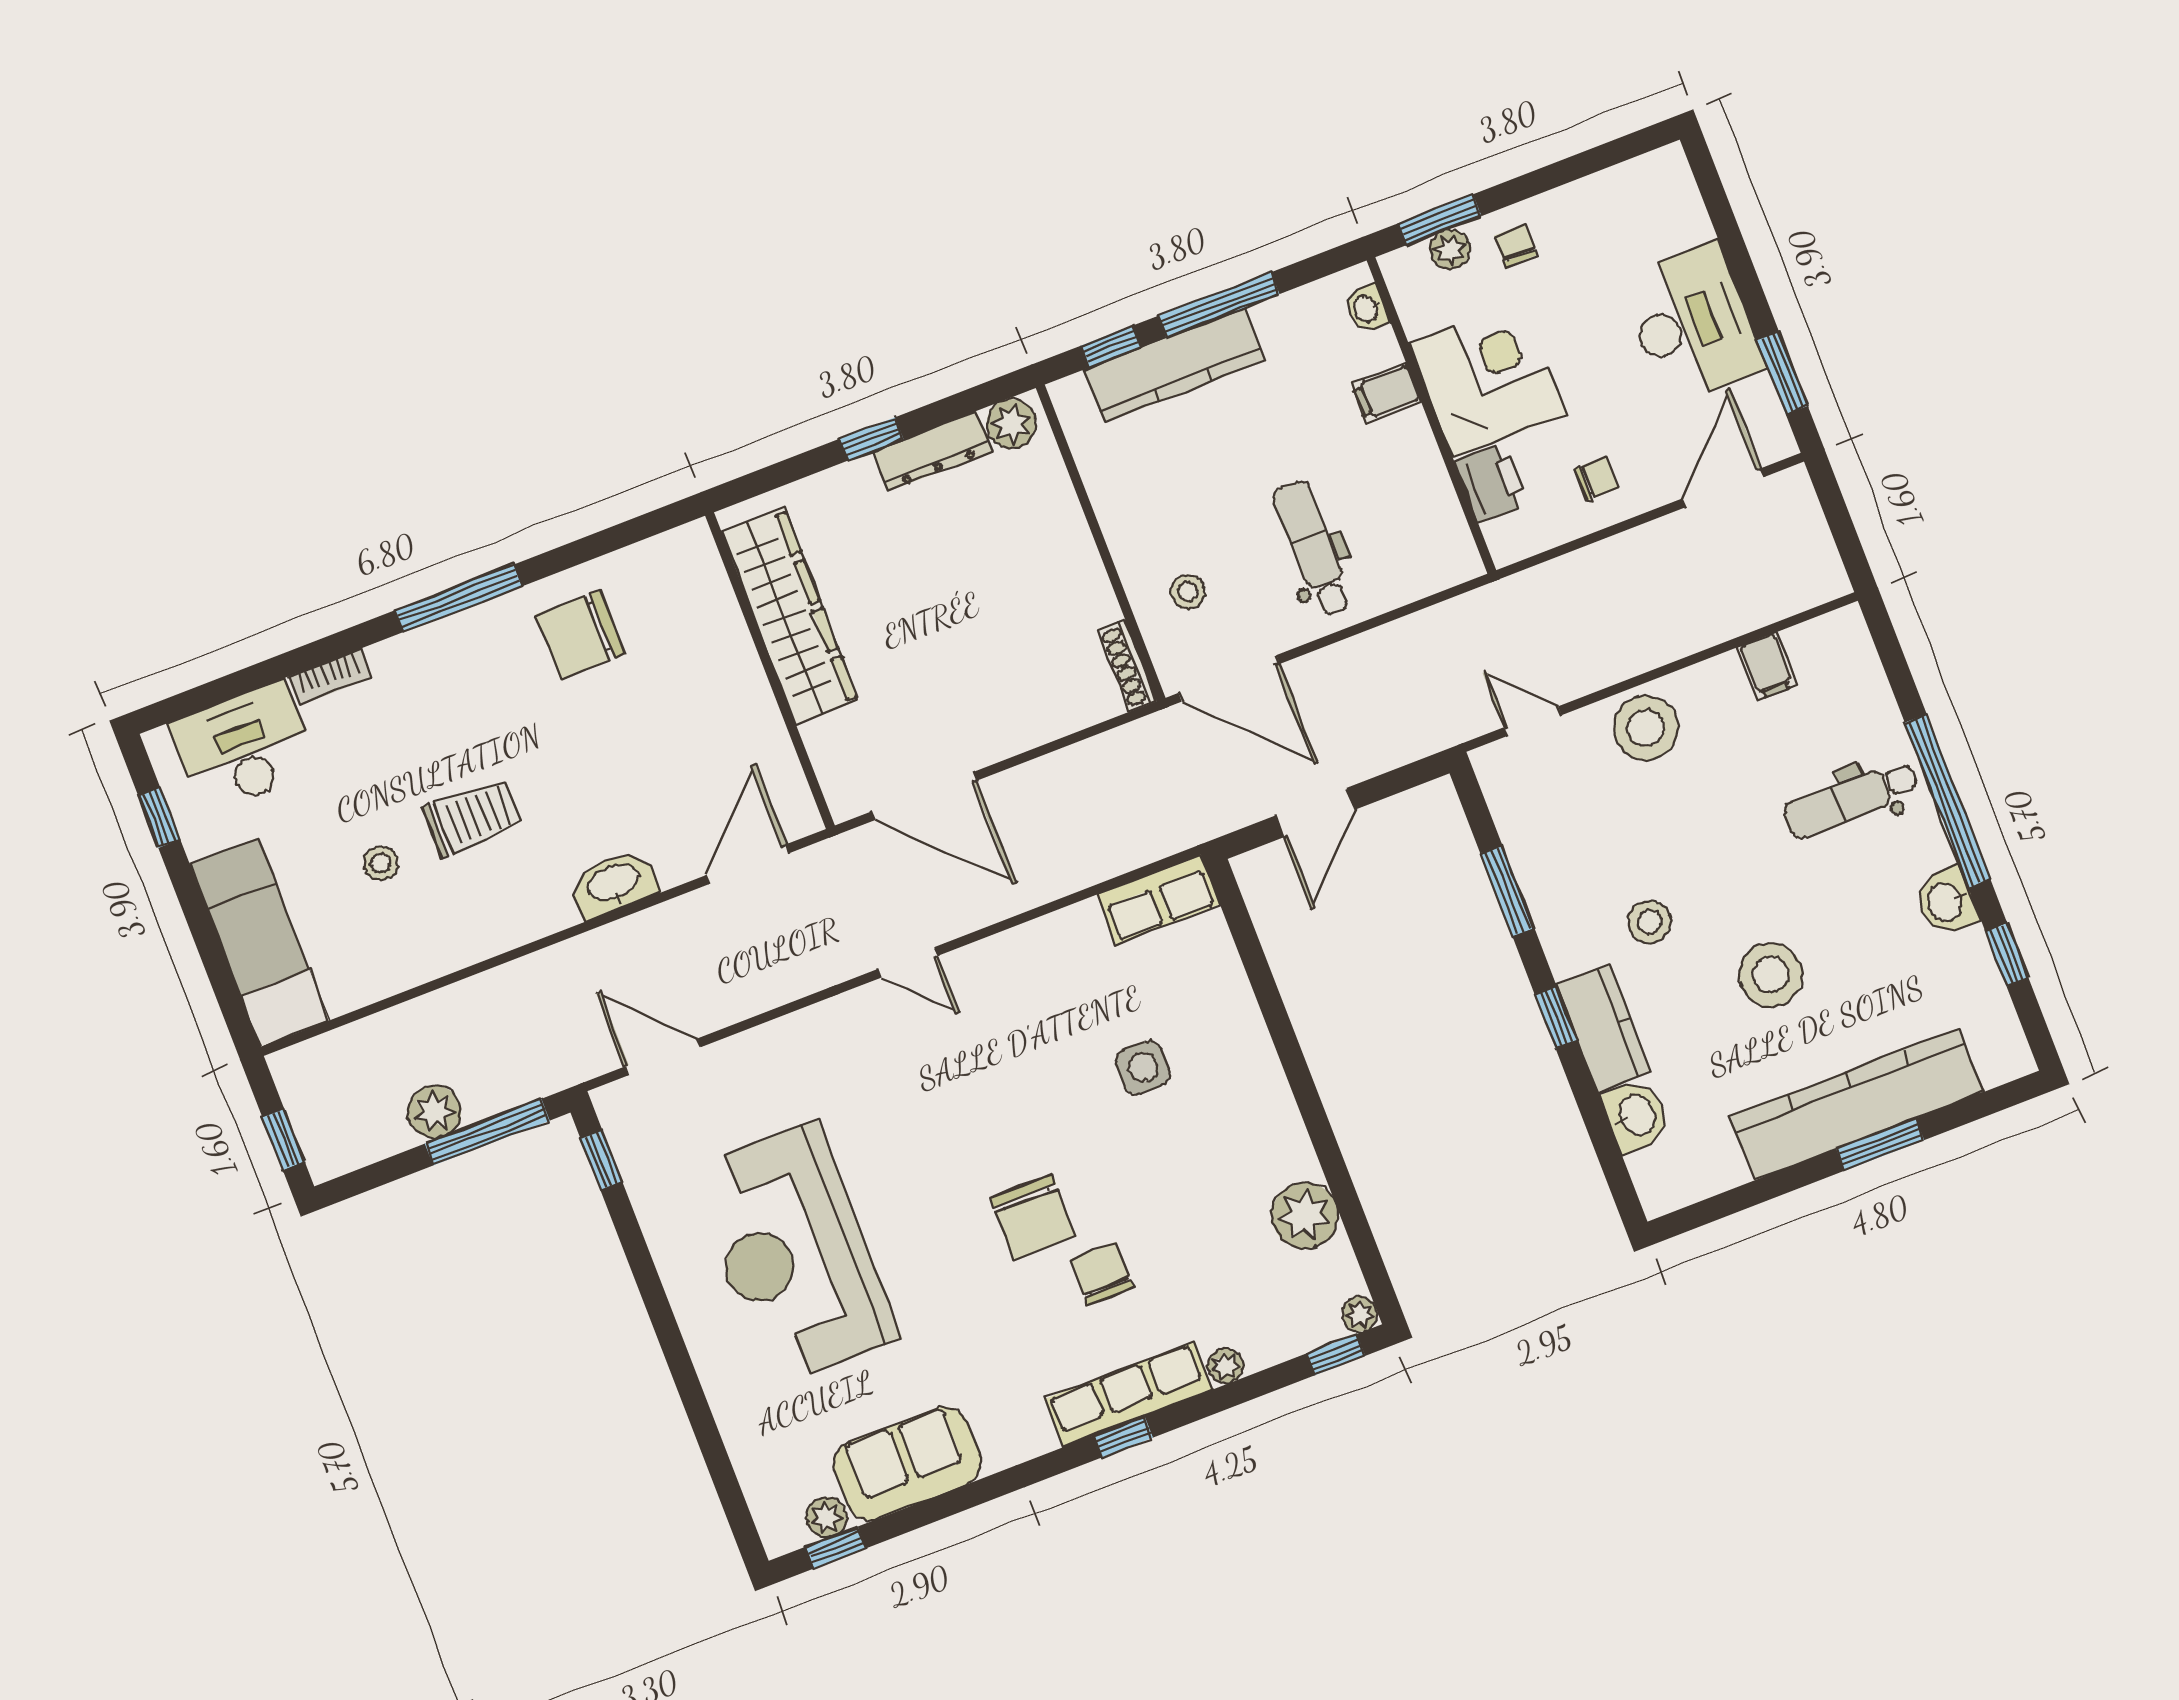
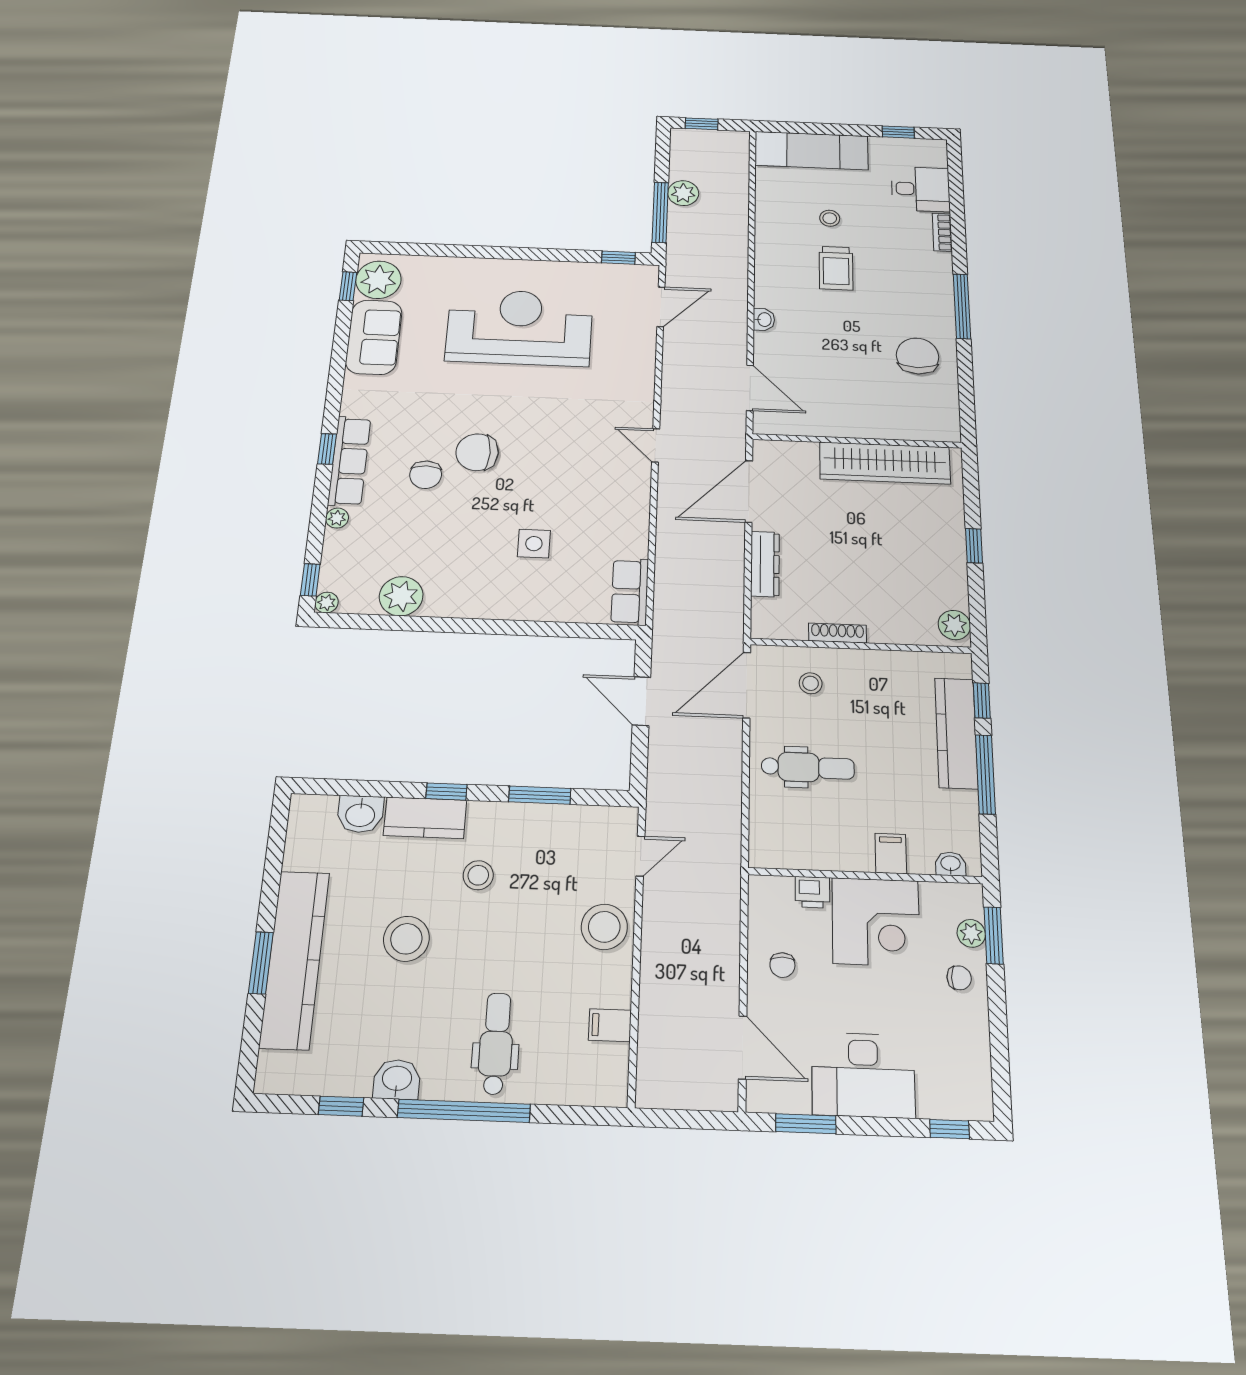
window: (1713, 192) -> (949, 1129), added
dresser: (932, 451) -> (765, 564), moved, turned 180
printer: (1492, 483) -> (812, 892), width x0.73, depth x0.81
shoe rack: (1127, 666) -> (838, 633), moved
desk: (243, 747) -> (921, 189), width x0.73
washbasin: (614, 884) -> (764, 320), width x0.52, depth x0.69
door: (908, 962) -> (656, 445), hinge flipped
chair: (1102, 1274) -> (426, 475), turned 90
plant: (827, 1517) -> (378, 280), width x1.87, depth x1.87

